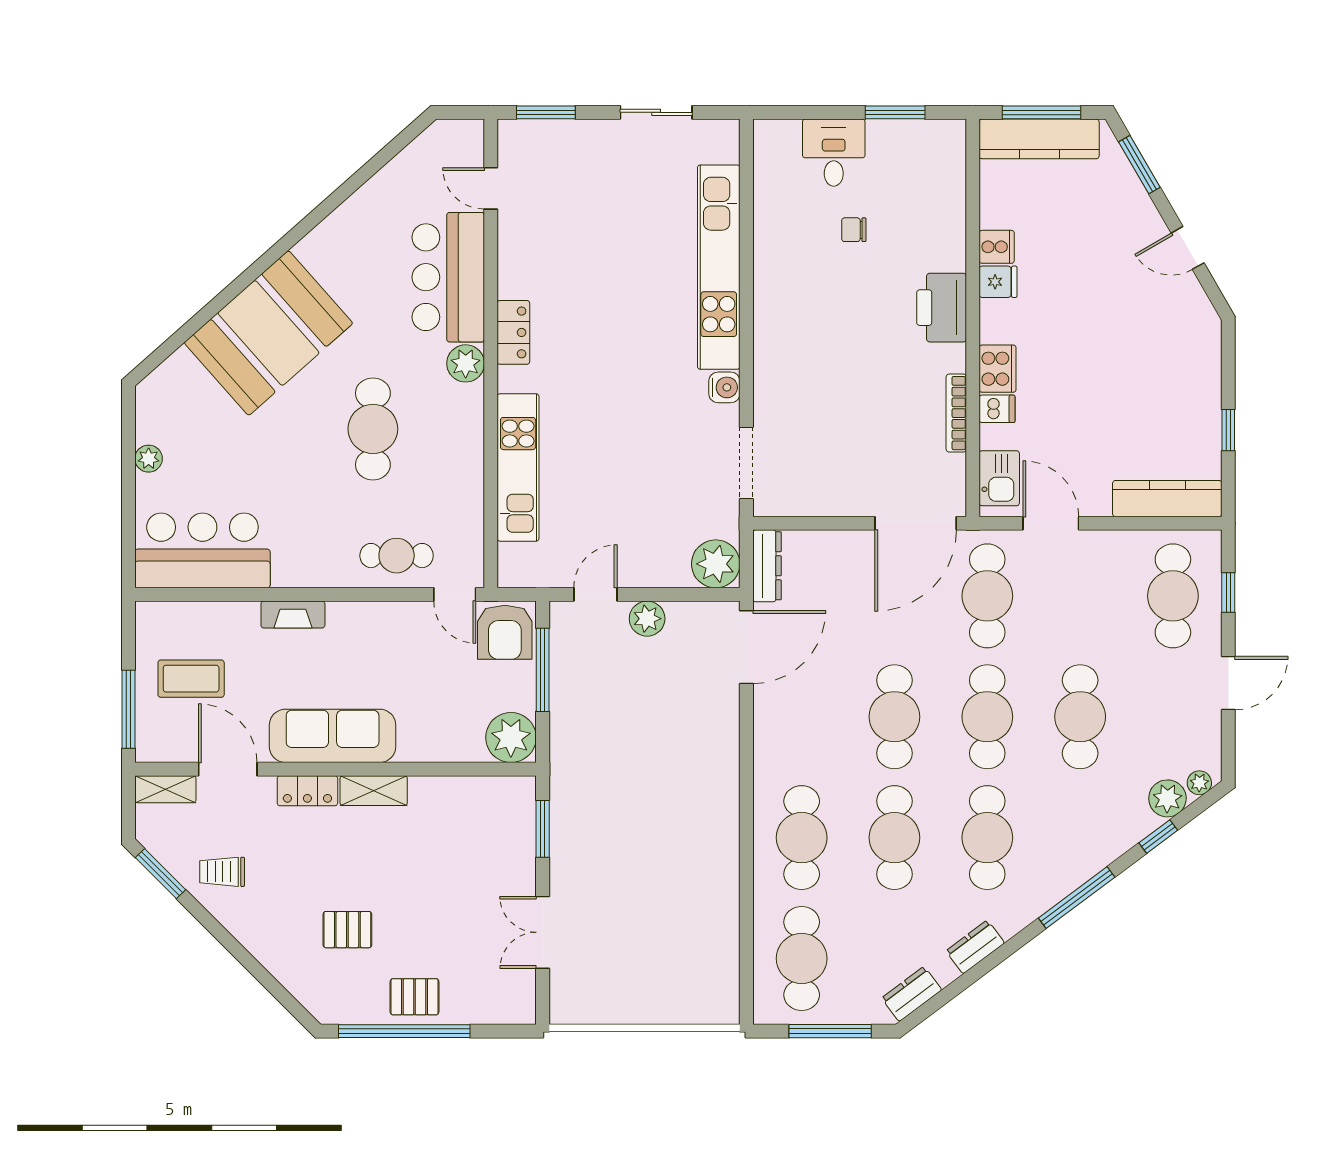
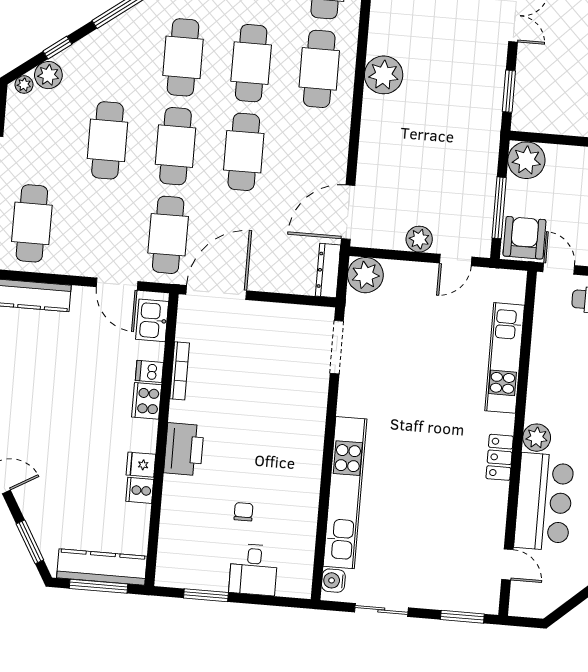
chair: (854, 230) -> (243, 512), turned -90
water cooler: (724, 387) -> (333, 581), moved
plant: (714, 837) -> (384, 75), added

